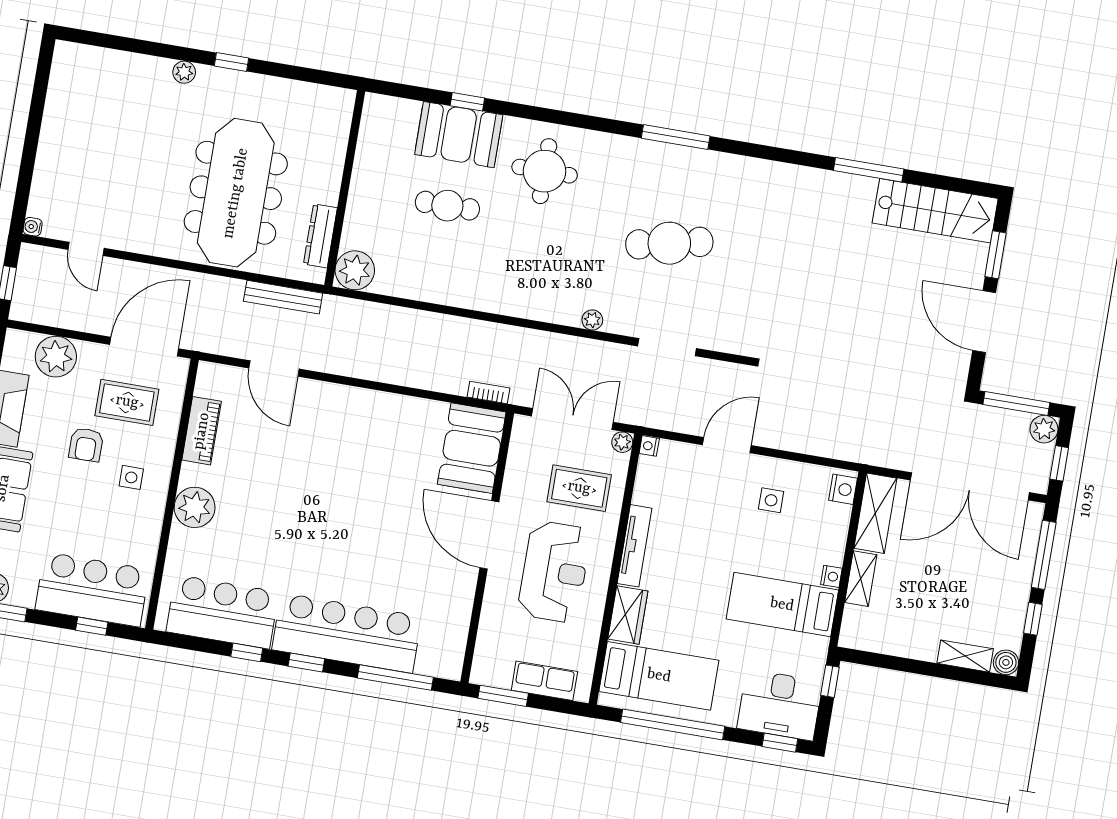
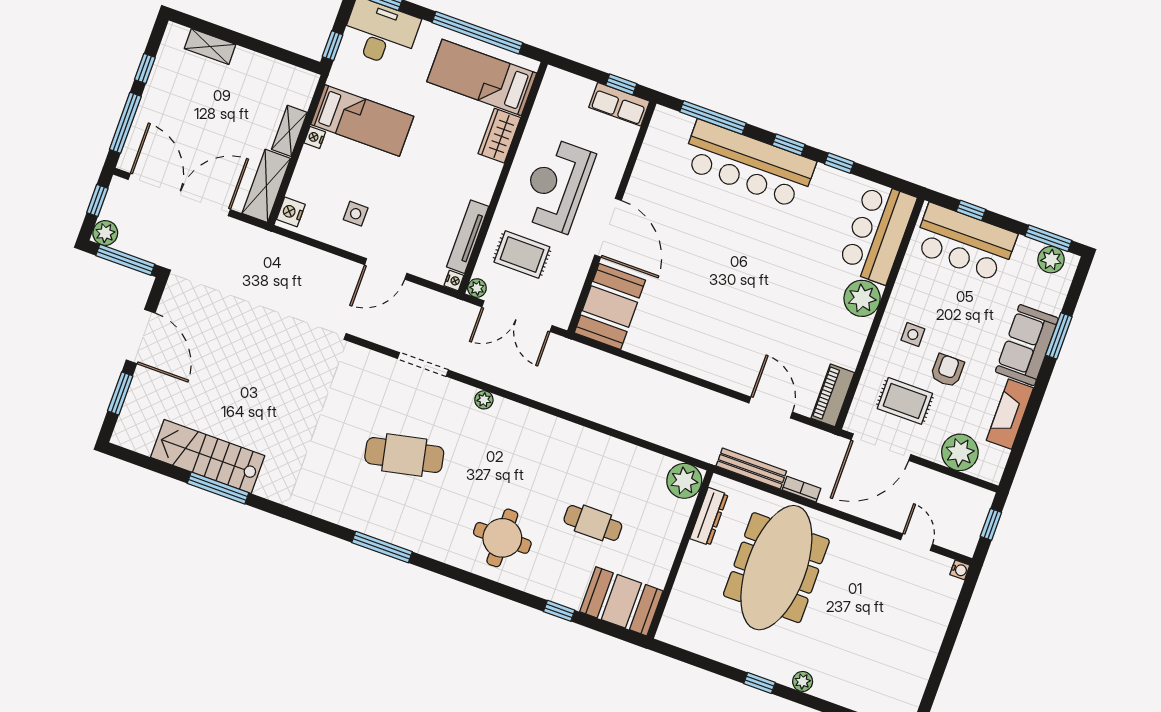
booth: (459, 135) -> (621, 601), moved
stairs: (935, 211) -> (208, 456), moved
bookcase: (488, 393) -> (802, 489), moved, turned 180
piano: (202, 431) -> (833, 395), moved
tv unit: (635, 546) -> (468, 237), moved
bar counter: (222, 612) -> (877, 233), moved, turned 90
boiler: (1006, 662) -> (175, 35), removed
row of seats: (544, 681) -> (619, 104), moved
window: (503, 696) -> (621, 84), width x0.67

